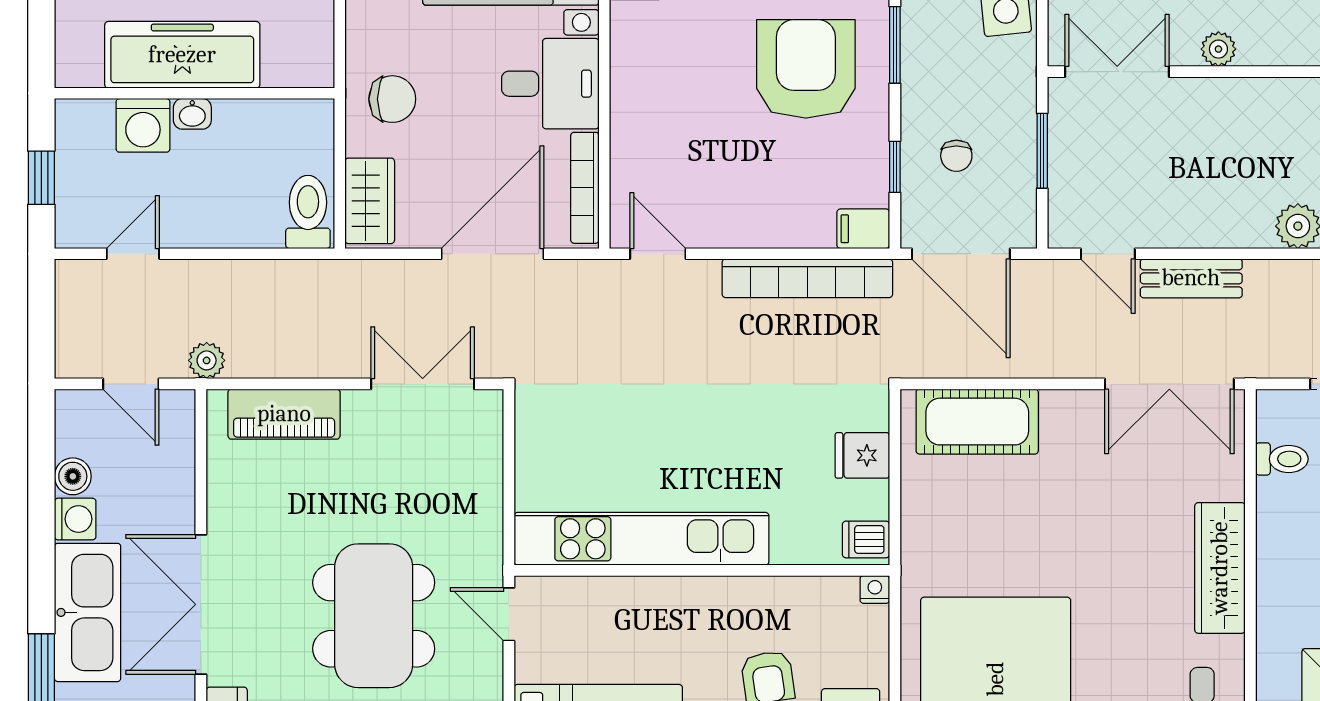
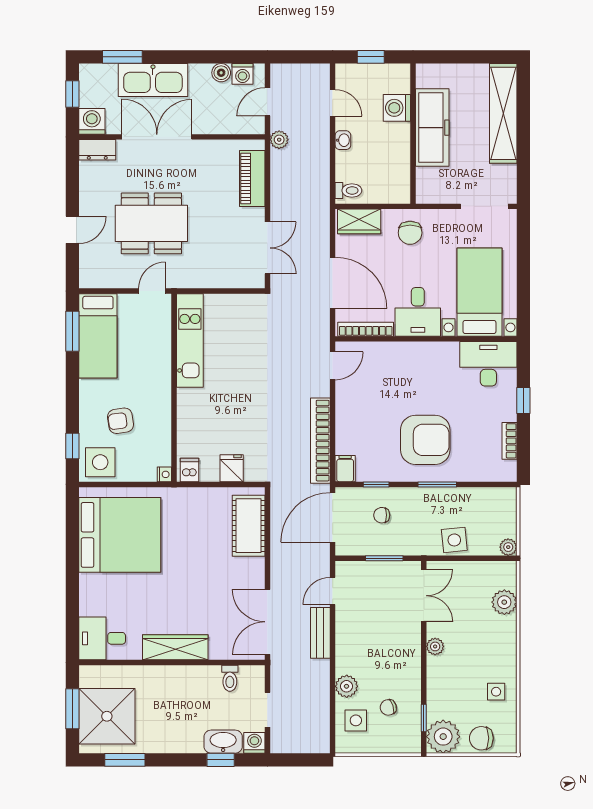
washbasin: (192, 114) -> (343, 140), moved, turned 180
toilet: (308, 212) -> (348, 190), width x0.73, depth x0.72
washing machine: (75, 519) -> (243, 74), moved
kitchen unit: (641, 539) -> (190, 340), width x0.73

